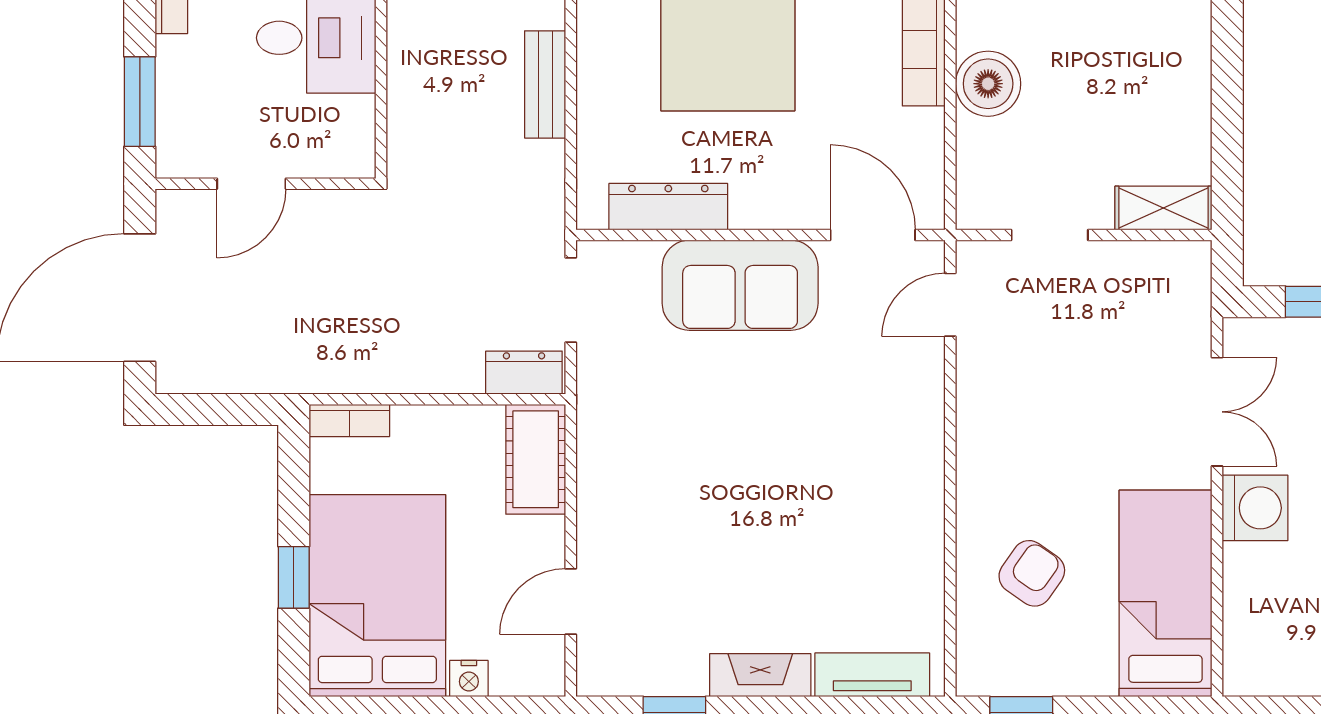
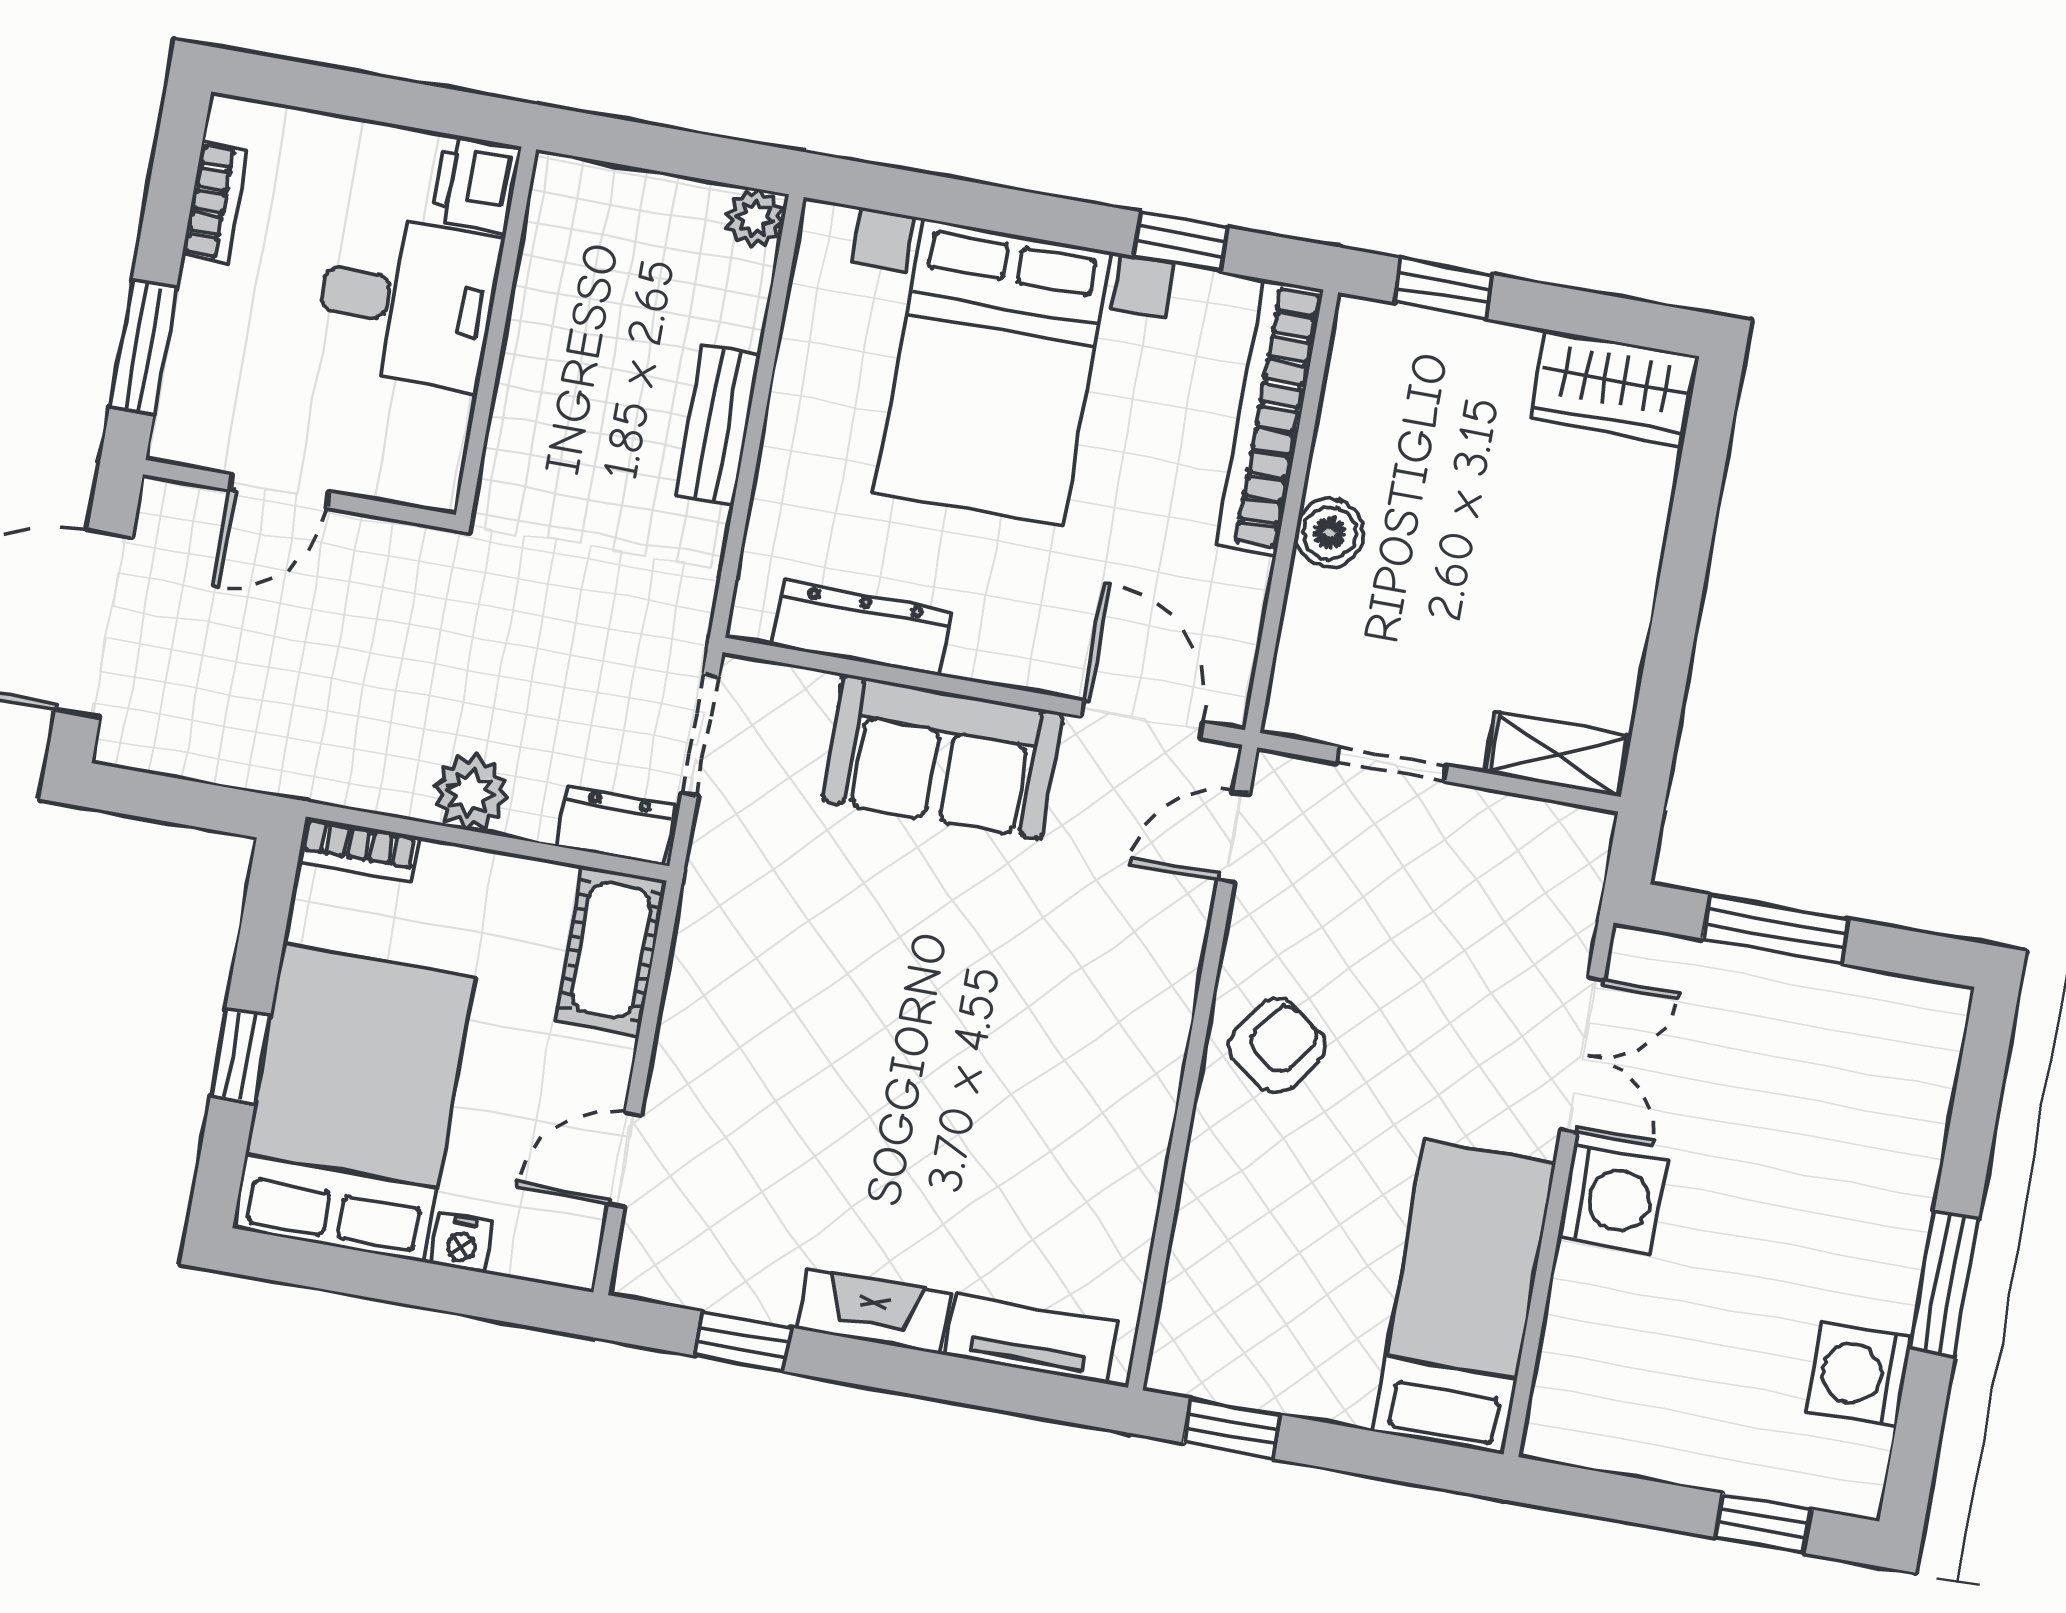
boiler: (988, 84) -> (1330, 533), width x0.73, depth x0.73
plant: (420, 368) -> (471, 792), added
armchair: (1032, 573) -> (1277, 1046), moved

